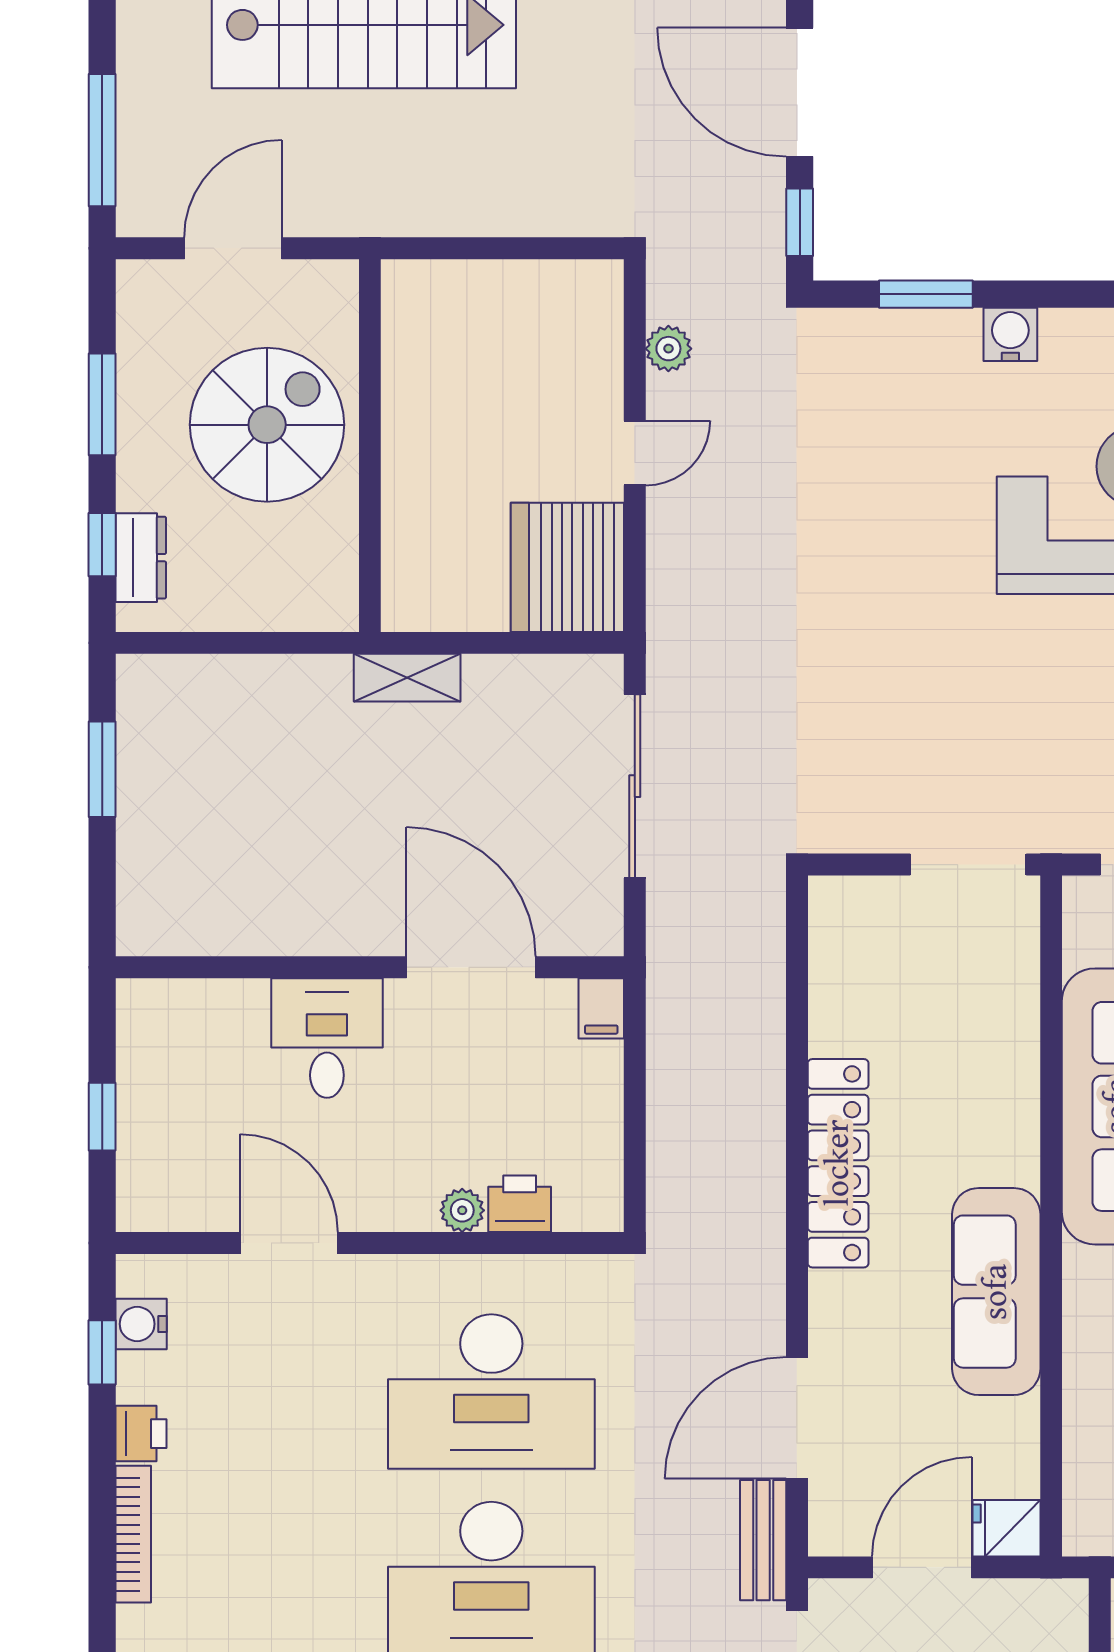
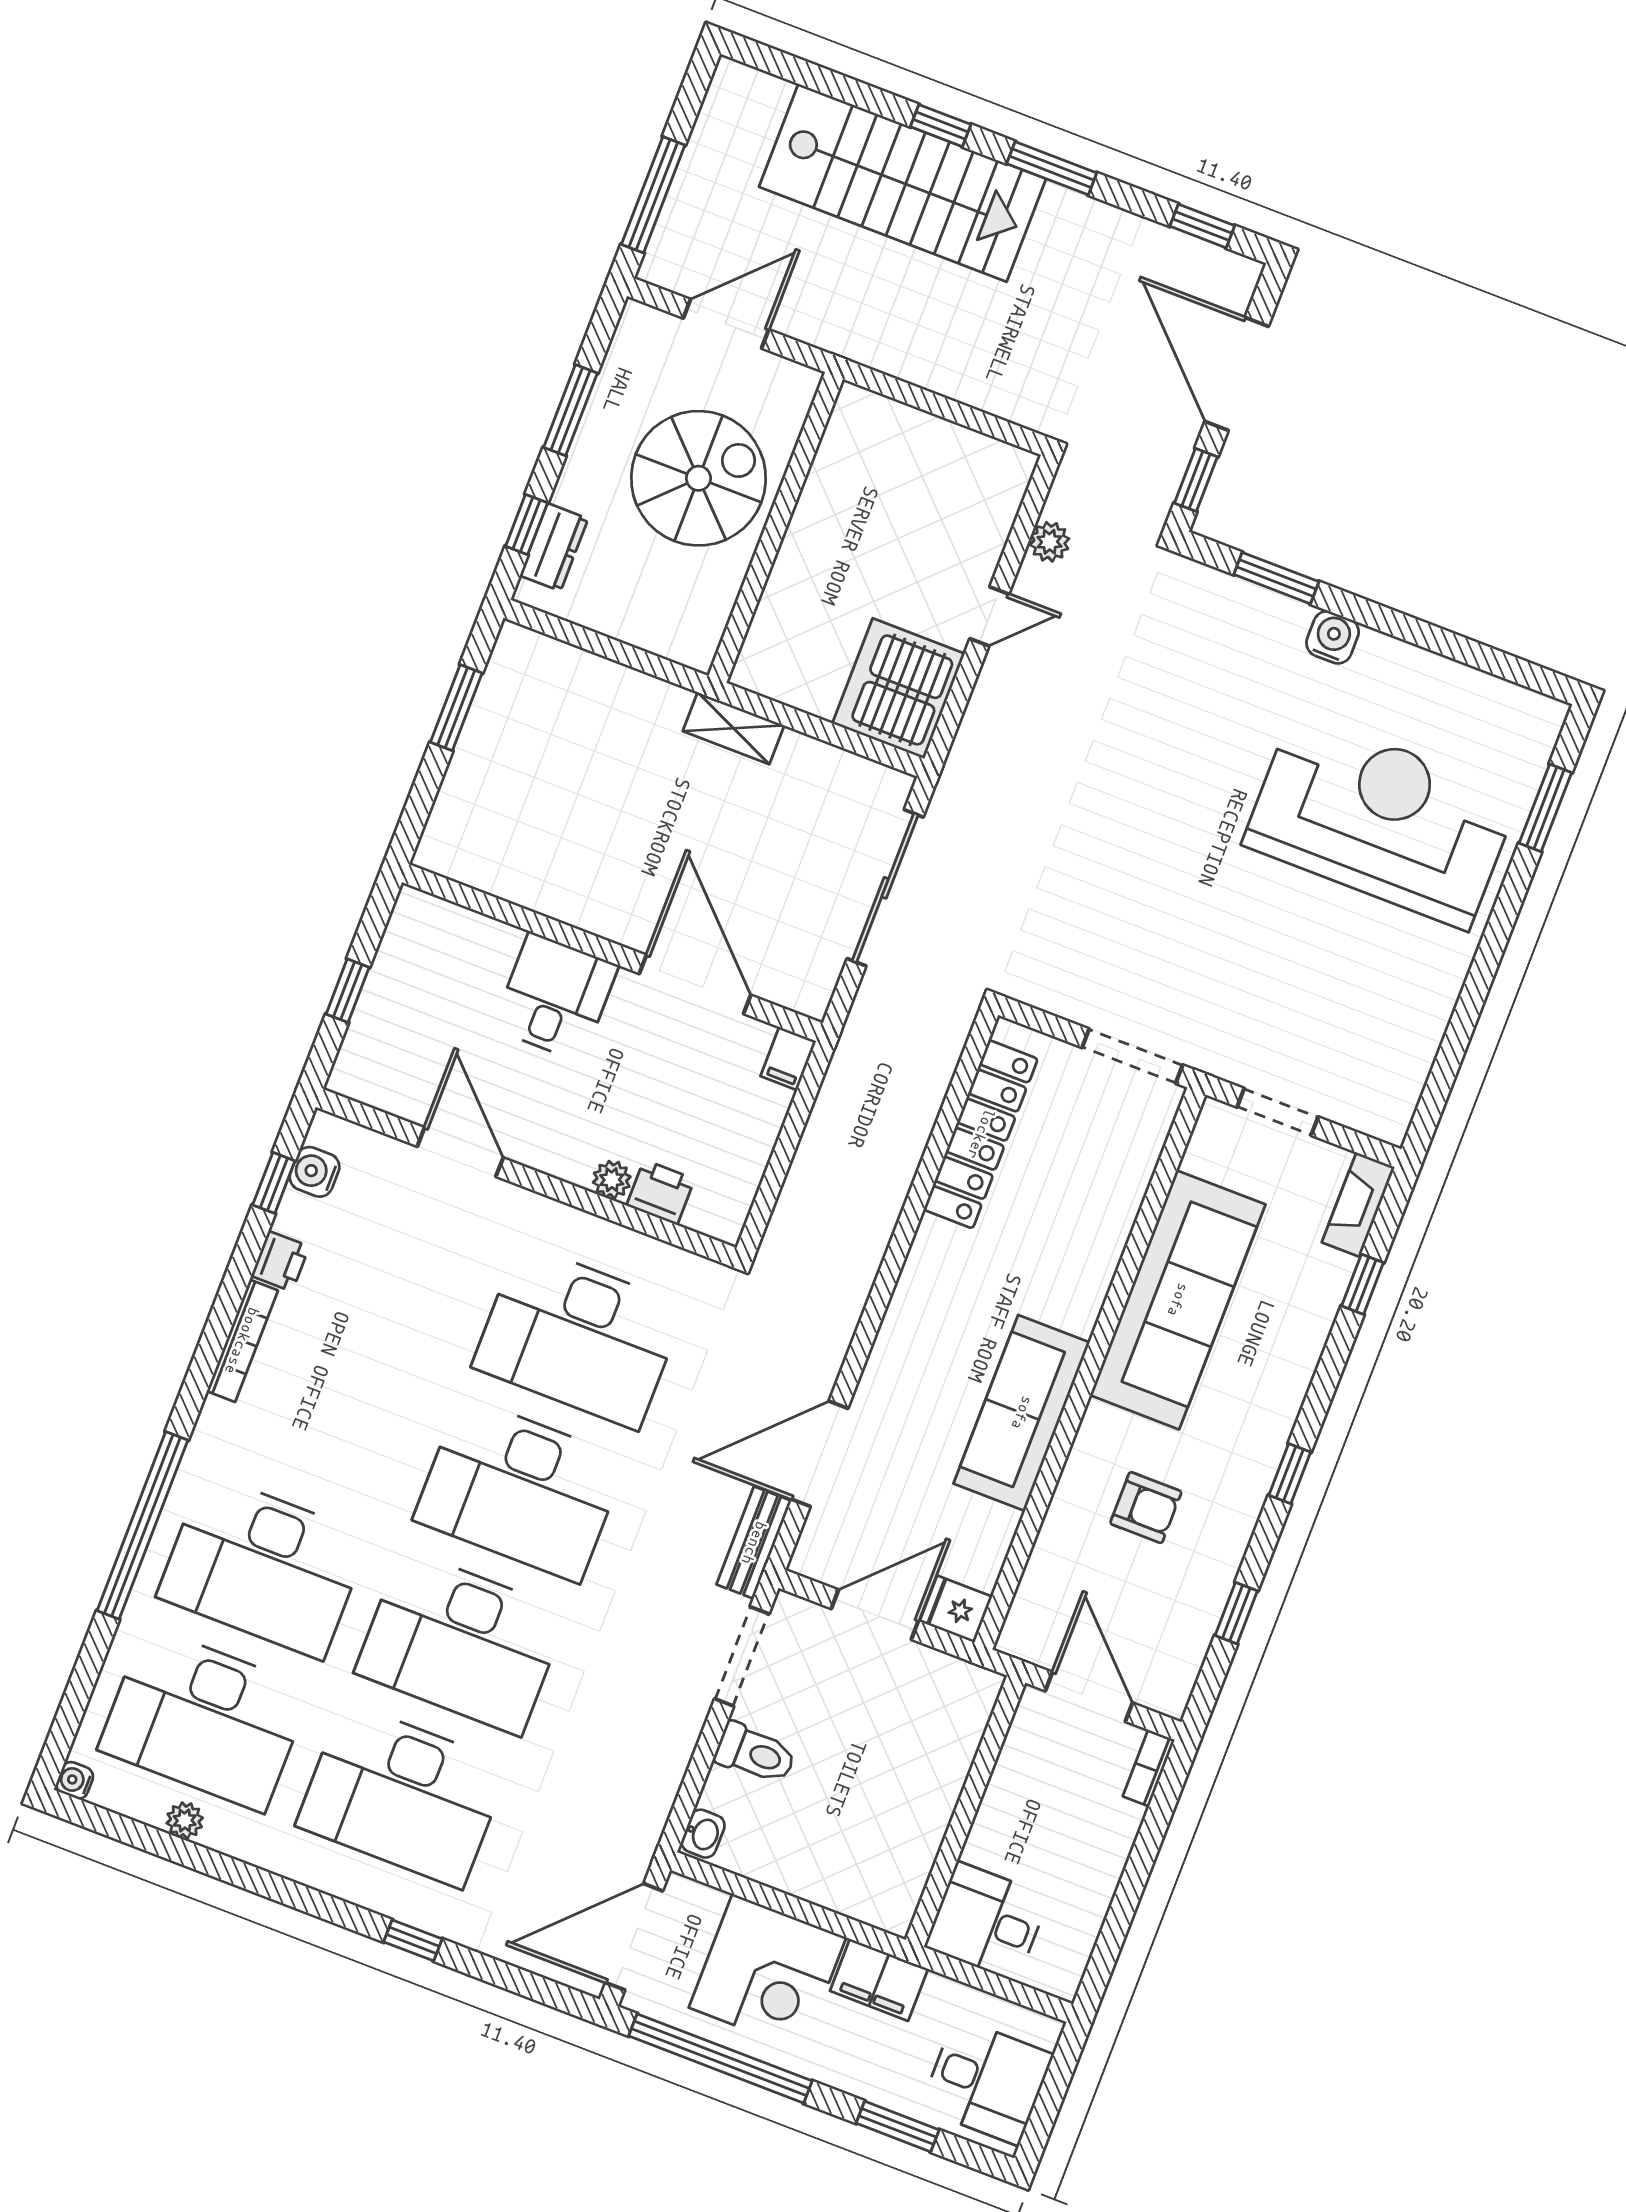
locker: (838, 1163) -> (981, 1134), moved

